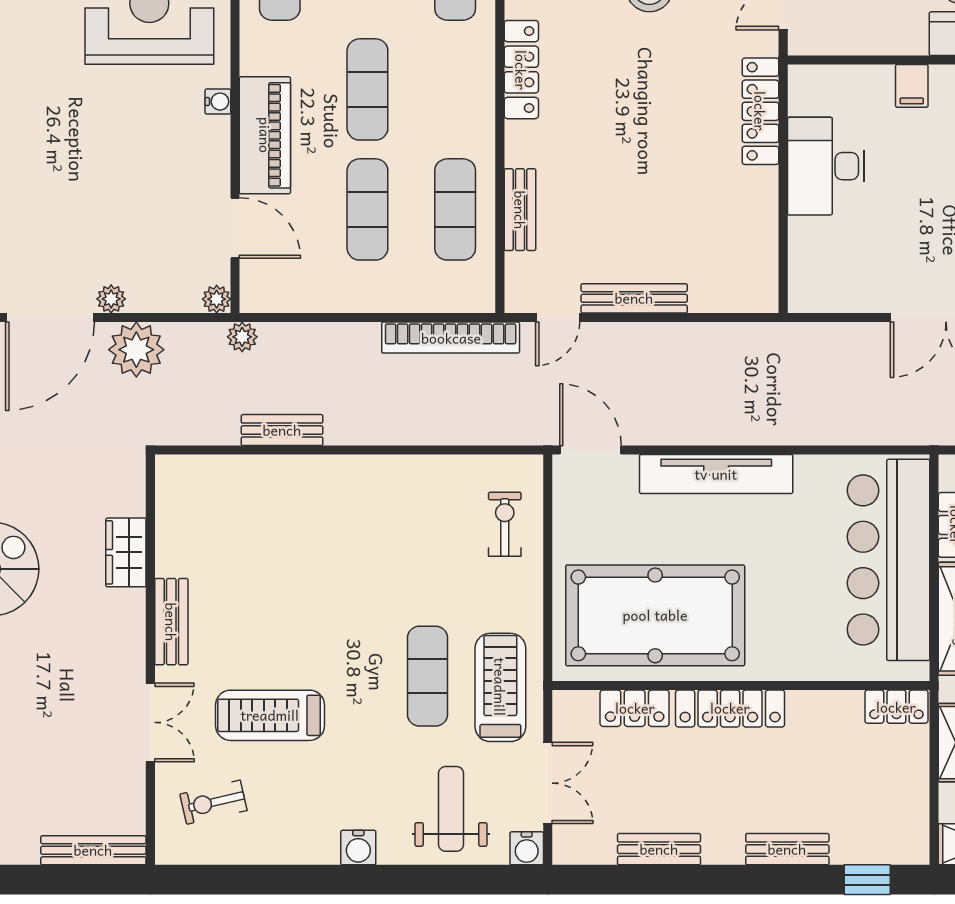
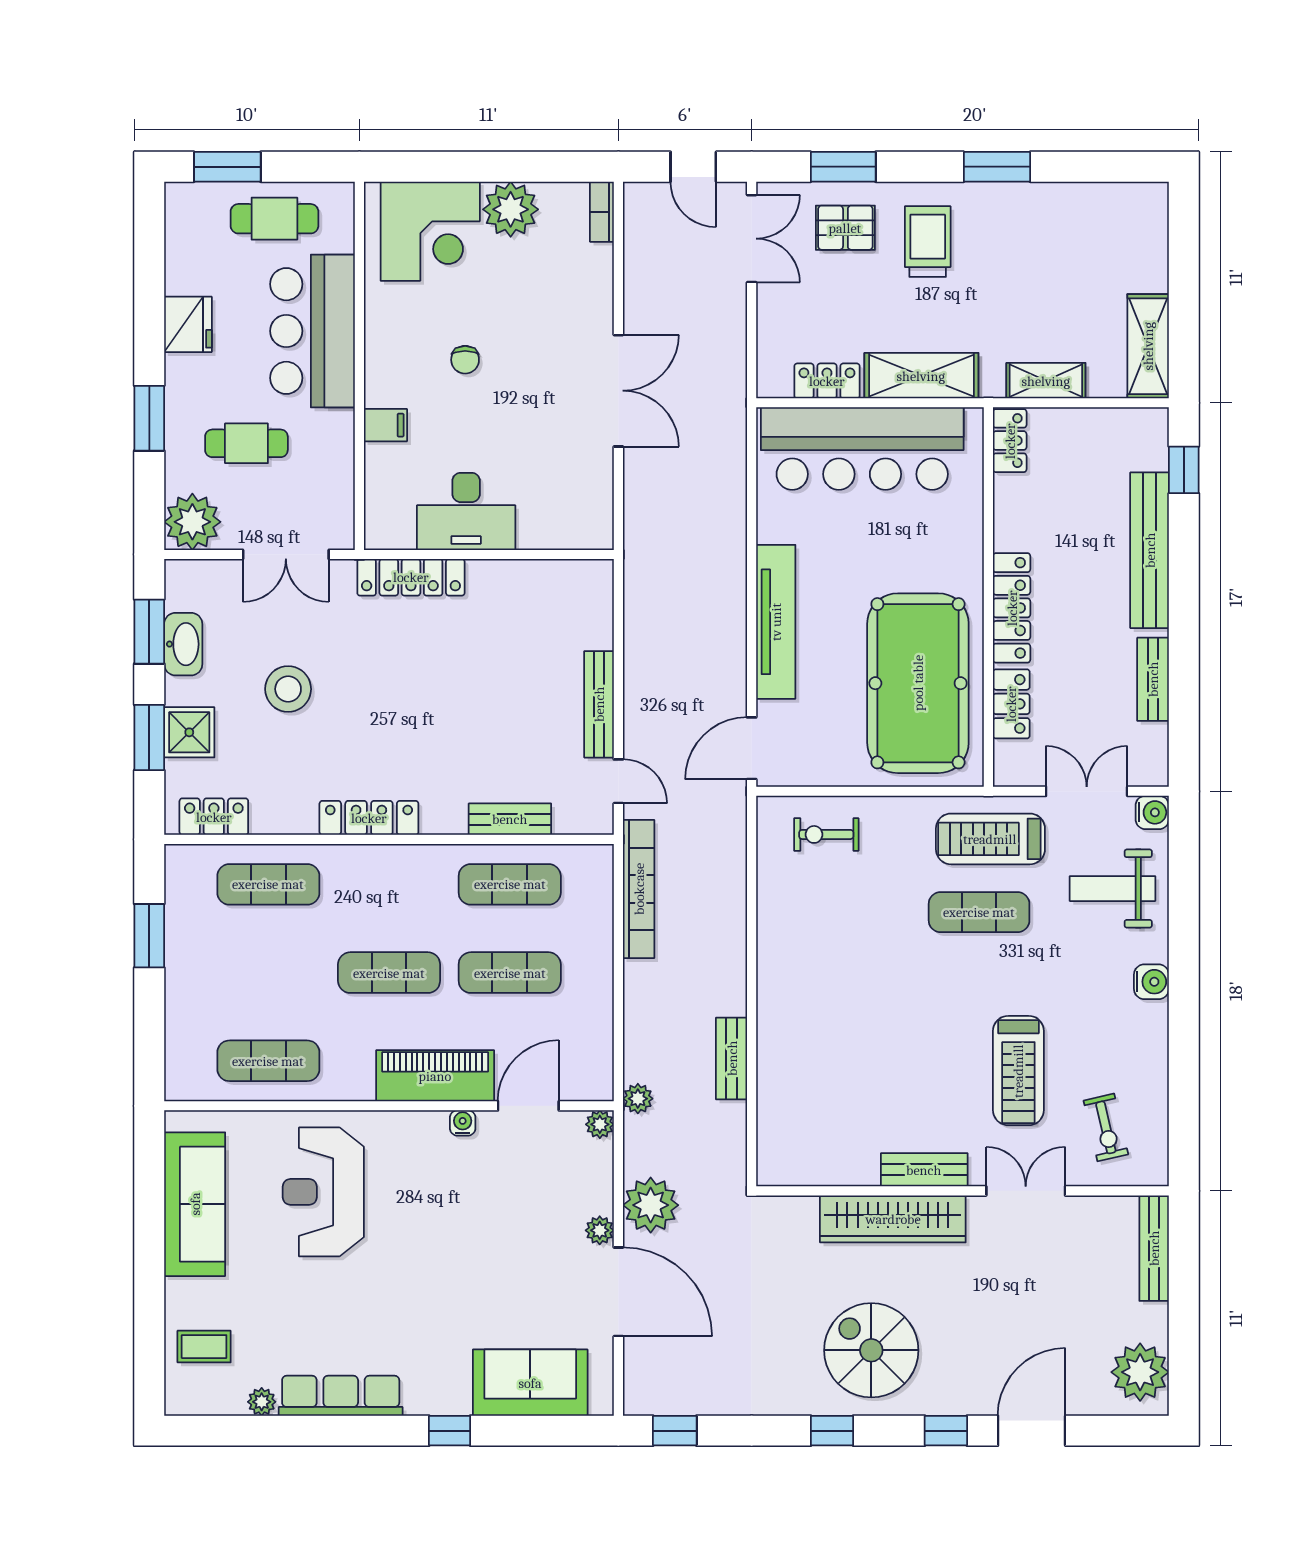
water cooler: (218, 102) -> (463, 1123), moved
wardrobe: (126, 552) -> (893, 1219), width x2.10, depth x1.17
bench: (787, 849) -> (1150, 550), width x1.86, depth x1.21

